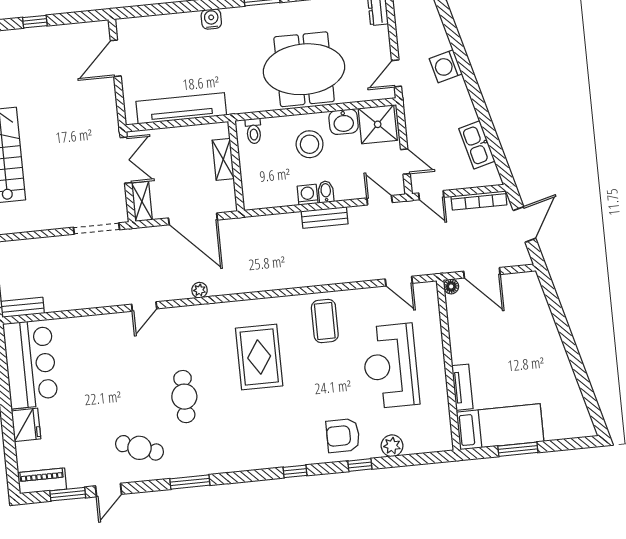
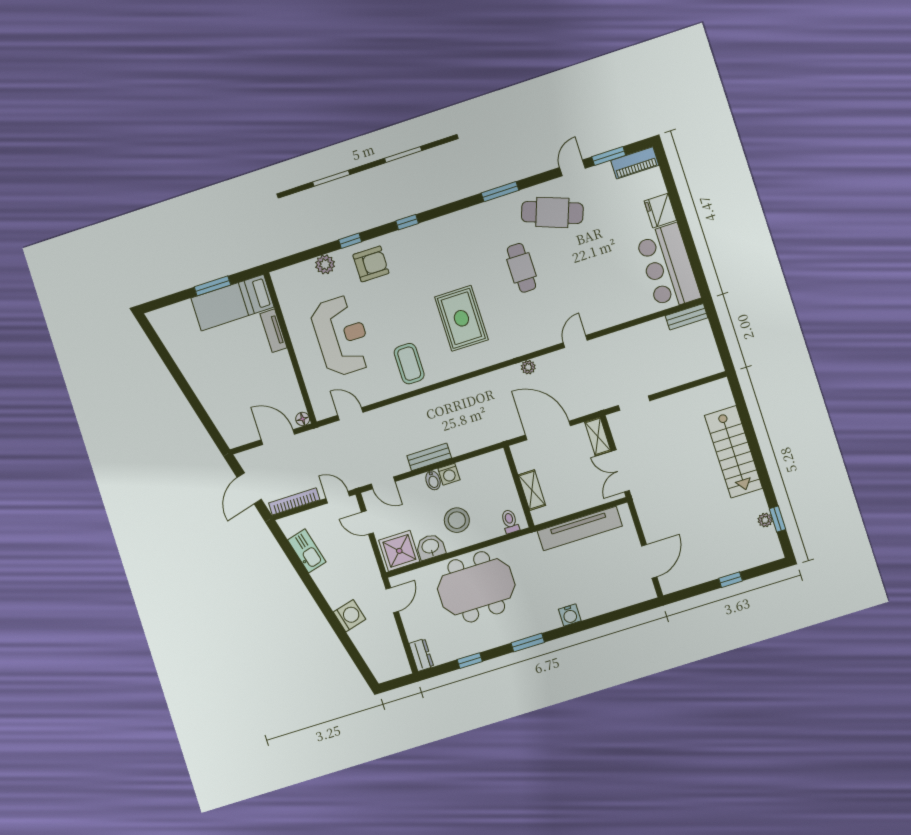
doorway: (96, 229) -> (634, 403), width x0.73
cafe table: (140, 448) -> (552, 212), width x1.37, depth x1.35

